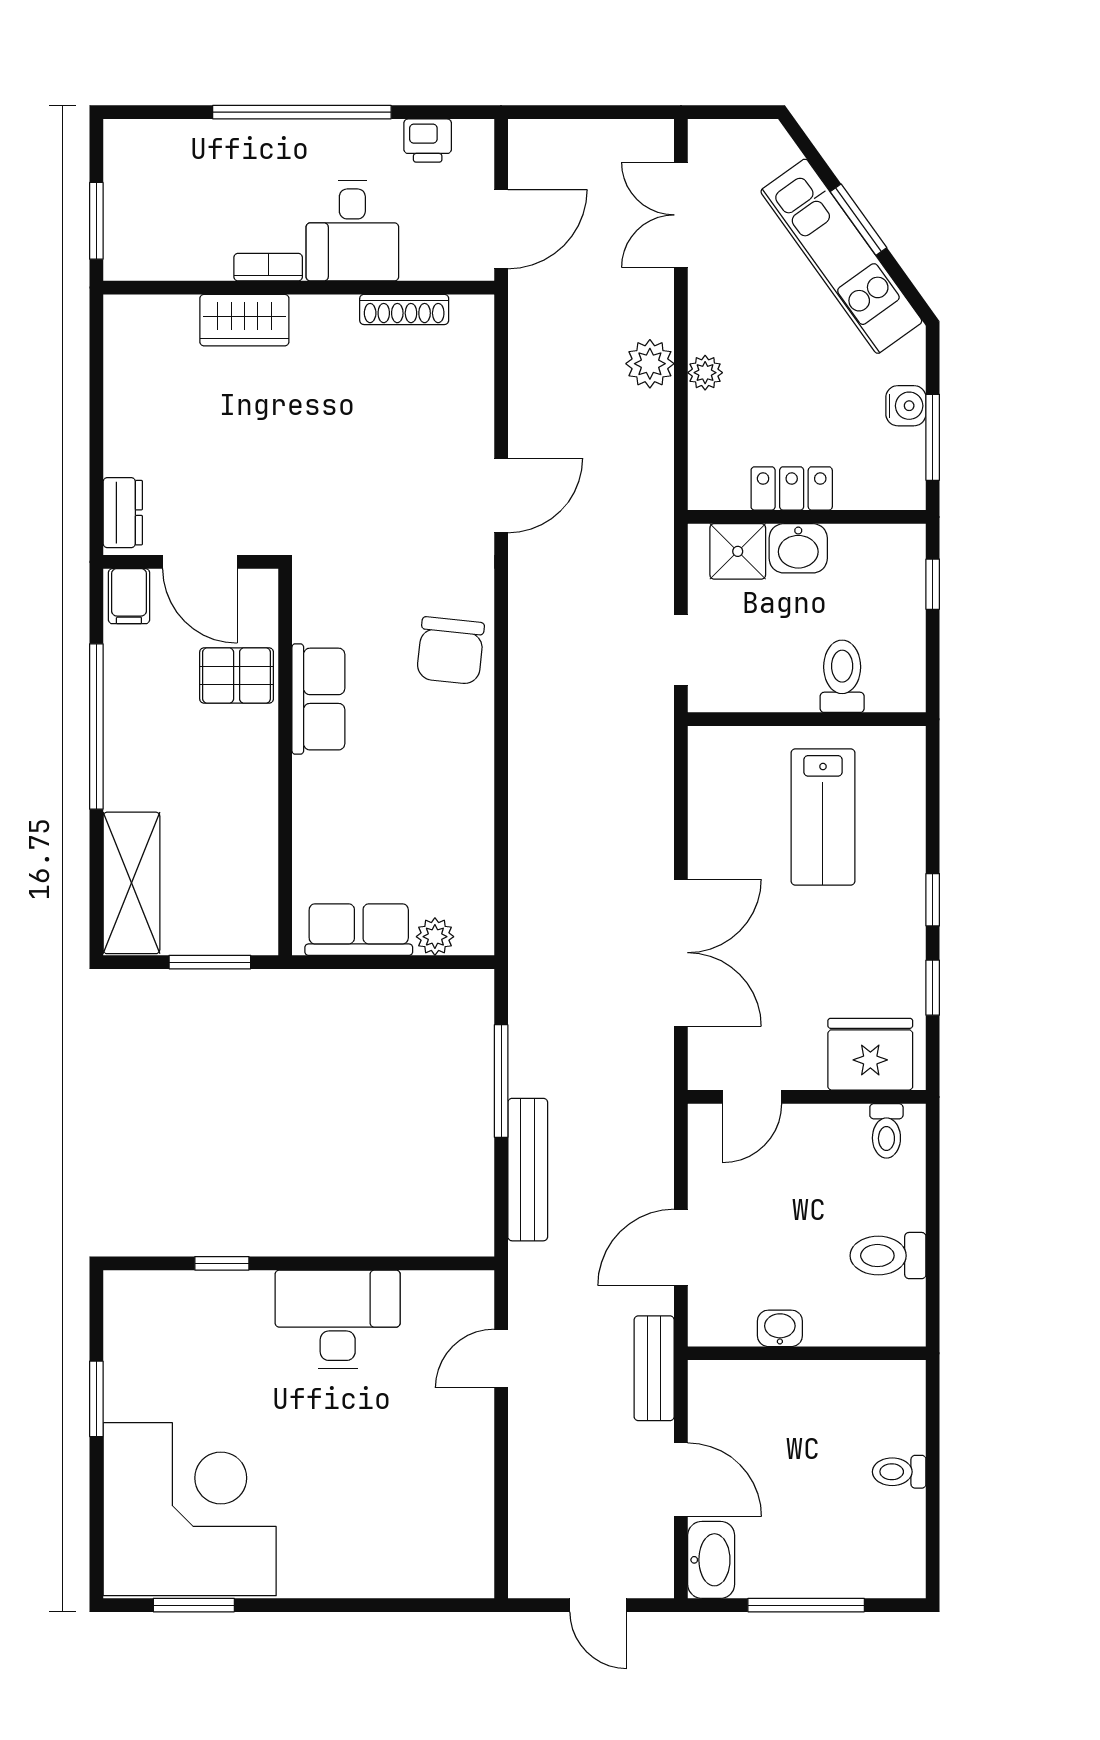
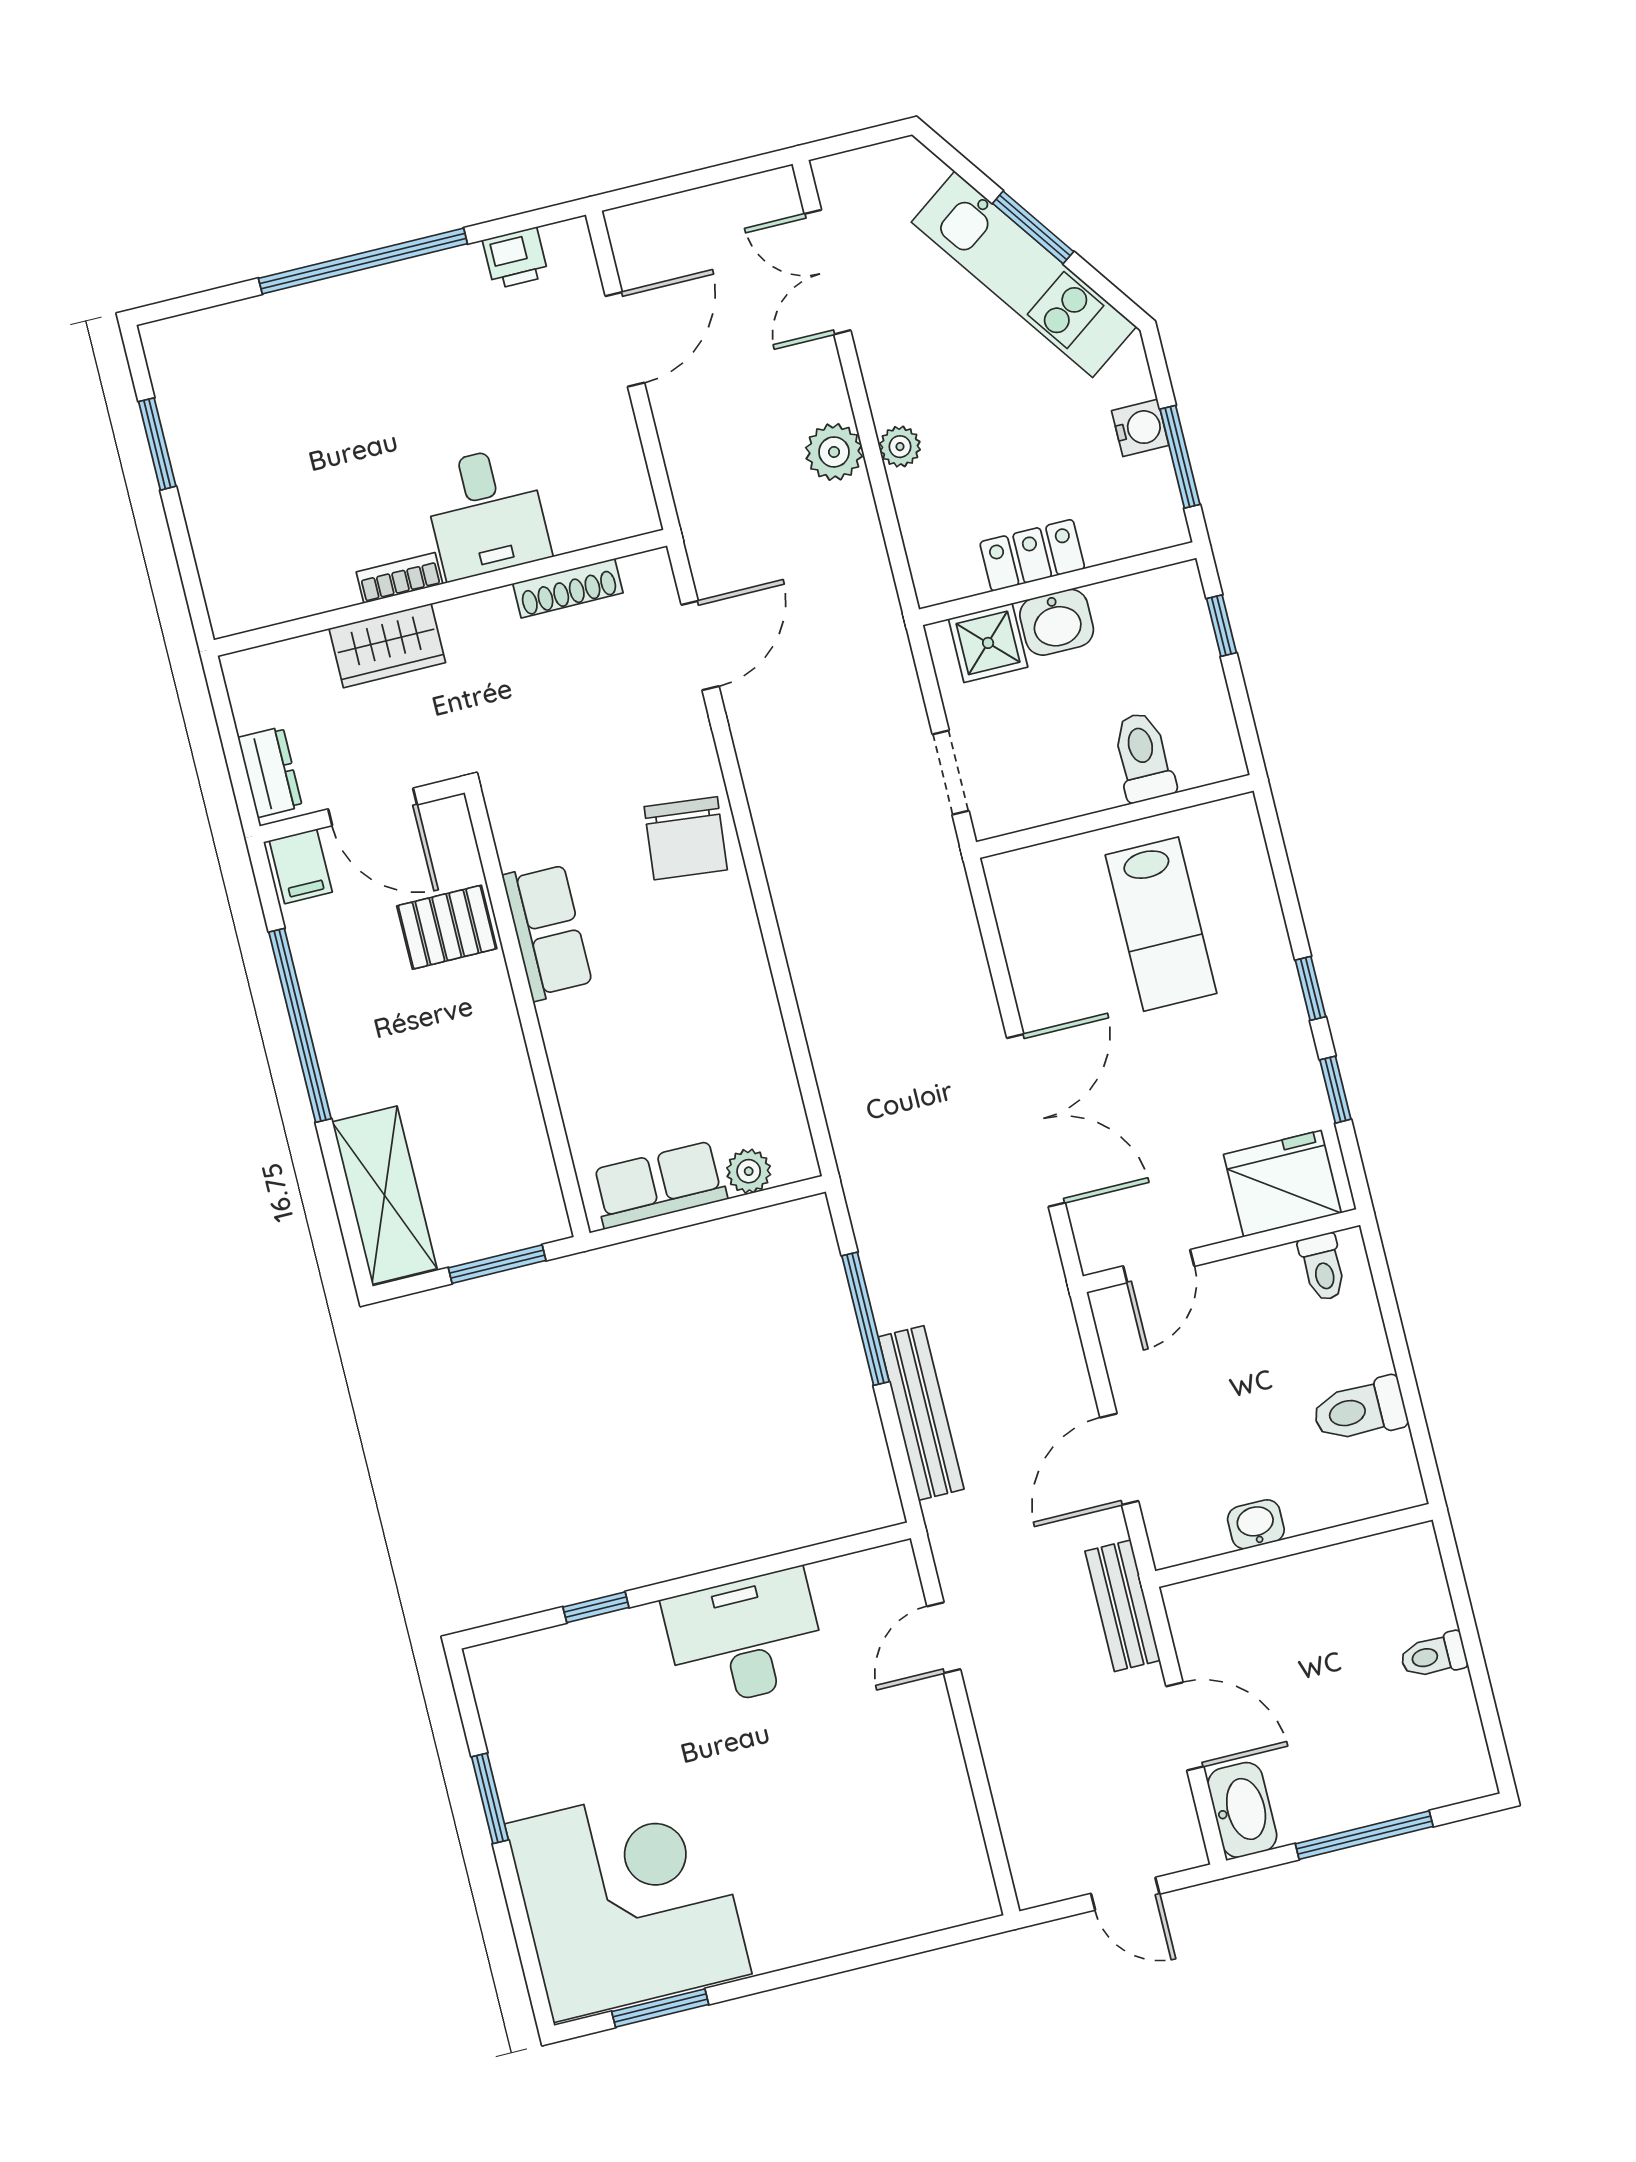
desk: (352, 231) -> (486, 513), moved
bookcase: (268, 267) -> (400, 578), moved
wall: (299, 288) -> (440, 593), moved
shoe rack: (404, 309) -> (568, 588), moved
wardrobe: (244, 320) -> (387, 646), moved

